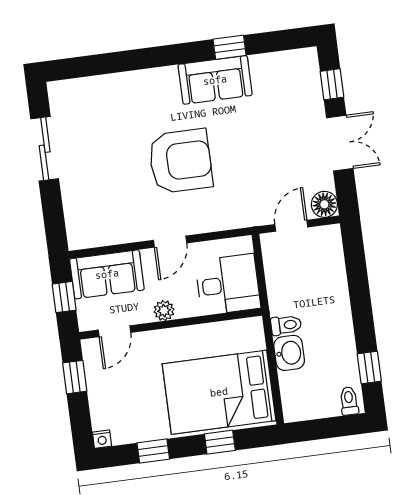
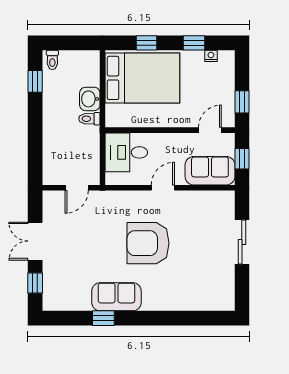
sliding door: (45, 149) -> (242, 242), moved
floor lamp: (324, 204) -> (51, 200), removed
plant: (164, 311) -> (173, 140), removed
nightstand: (102, 439) -> (211, 56), moved

